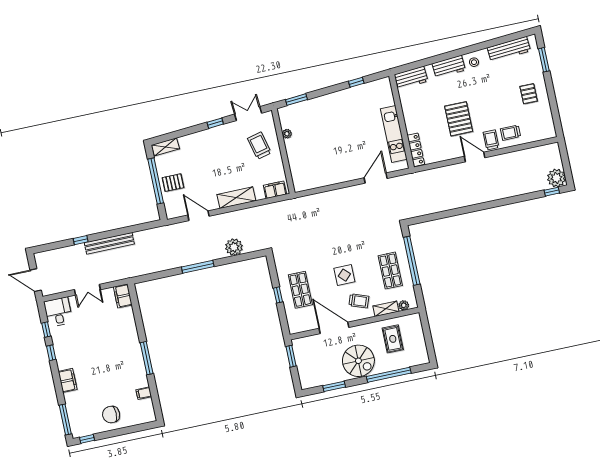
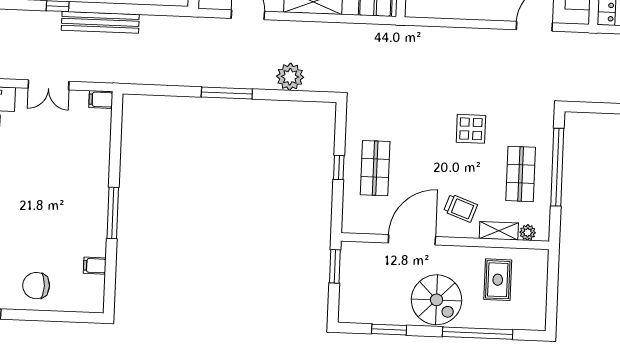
display table: (344, 275) -> (471, 129), moved
filing cabinet: (123, 296) -> (101, 99), width x0.50
door: (334, 328) -> (412, 240), hinge flipped

